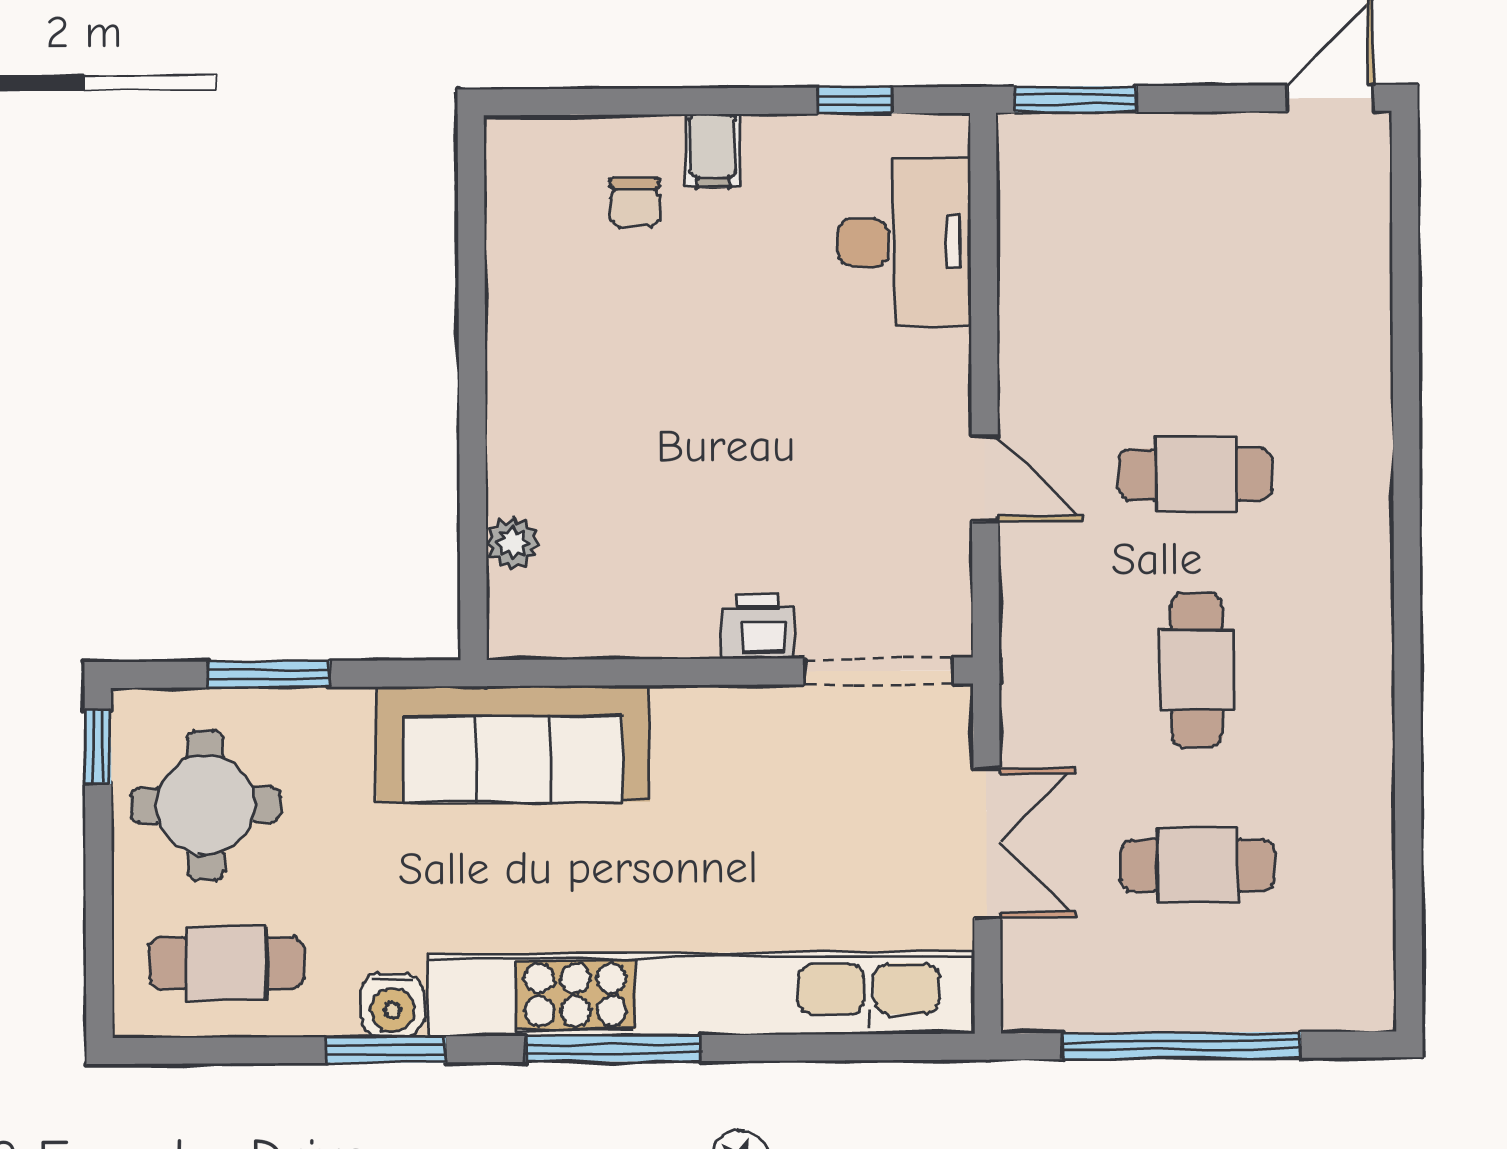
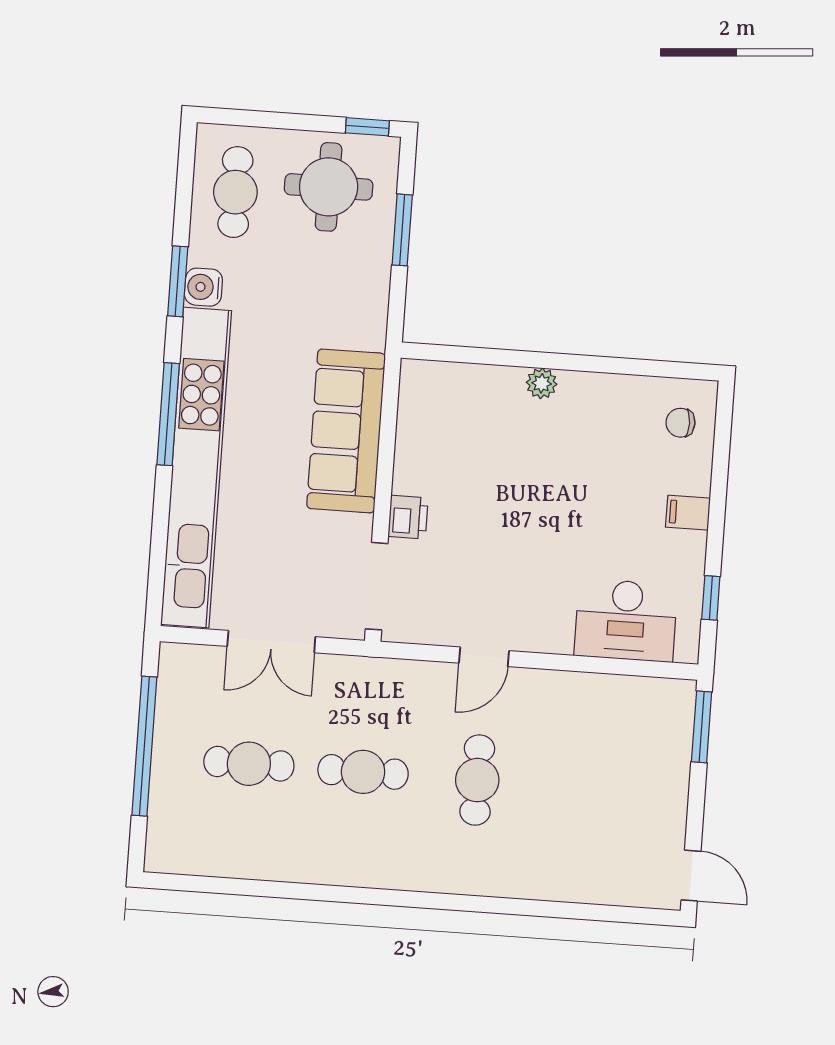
chair: (635, 203) -> (681, 423), moved
plant: (513, 543) -> (542, 383), moved
sofa: (513, 744) -> (346, 431), moved
cafe table: (1198, 865) -> (249, 764), turned 90

